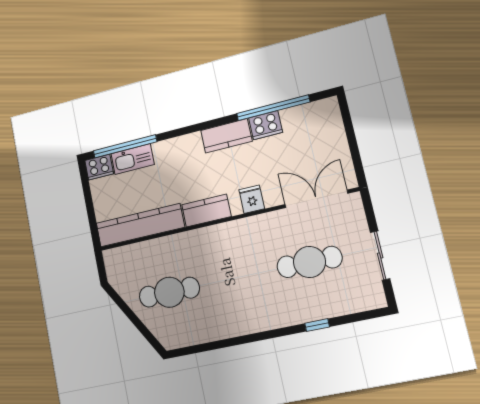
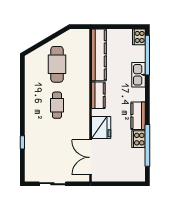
kitchen sink: (133, 159) -> (139, 75), moved
fridge: (252, 199) -> (101, 127), width x1.88, depth x1.34
double door: (316, 199) -> (90, 157), swing flipped
cafe table: (309, 262) -> (57, 105), moved, width x0.73, depth x0.74

